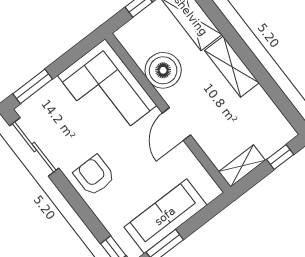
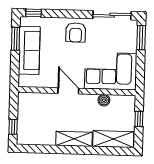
boiler: (163, 70) -> (104, 100), width x0.54, depth x0.54
shelving: (242, 166) -> (24, 105), removed
armchair: (94, 176) -> (76, 32), turned 90

